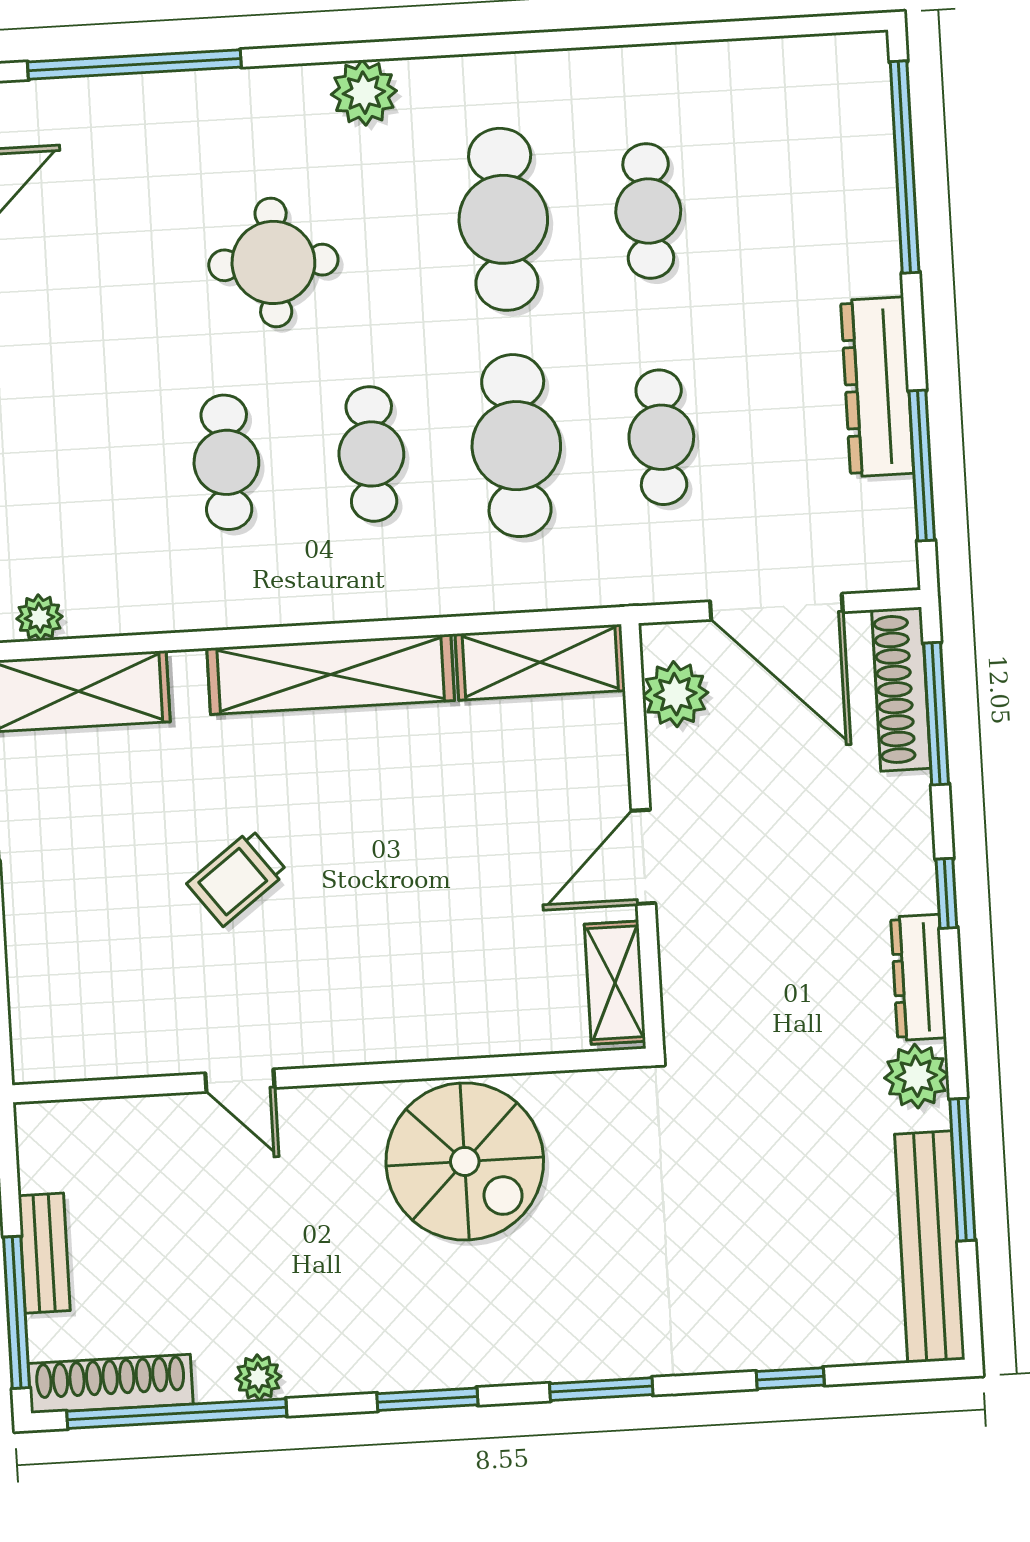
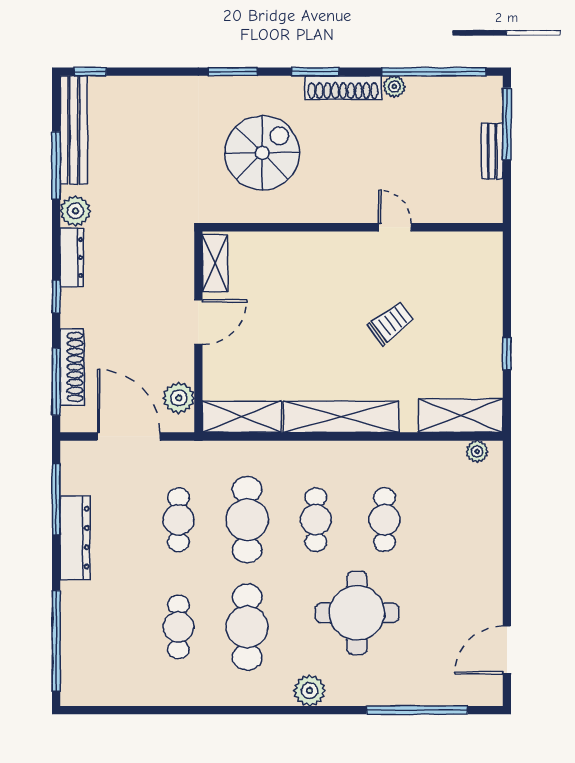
round table: (273, 262) -> (357, 613), width x1.36, depth x1.36
shoe rack: (901, 689) -> (72, 367), moved
spiral stairs: (465, 1161) -> (262, 153), moved, turned 90
window: (790, 1378) -> (90, 72), moved
shoe rack: (111, 1384) -> (343, 88), moved

